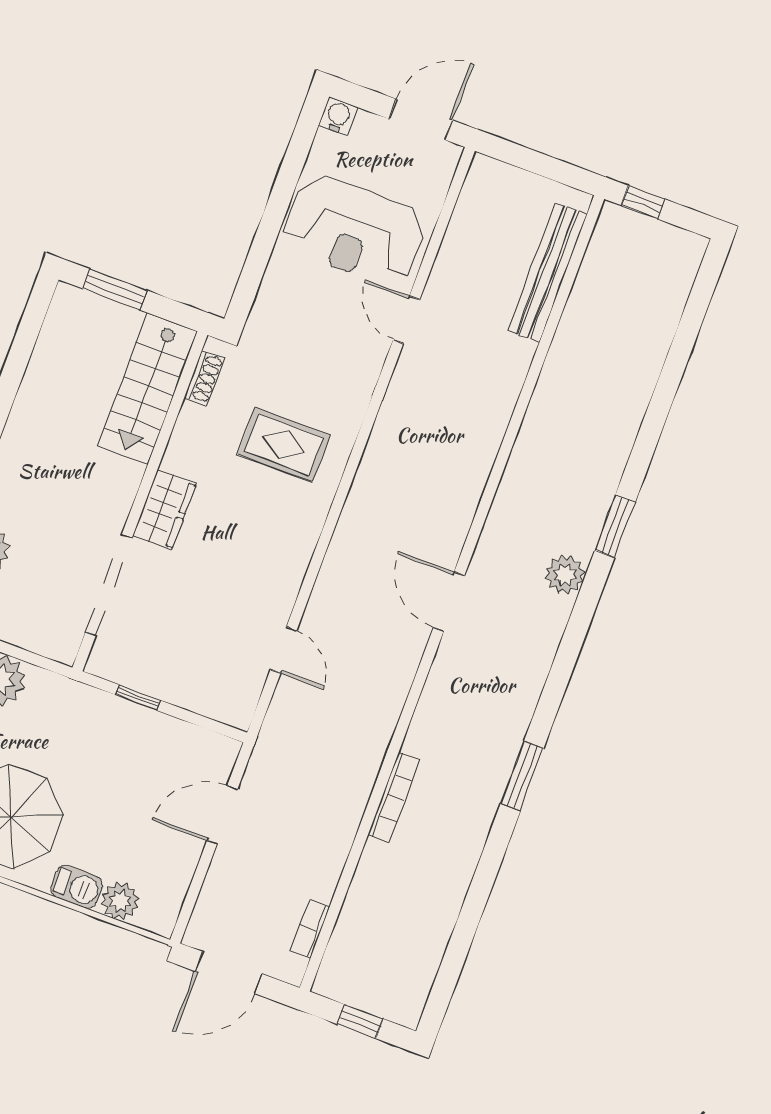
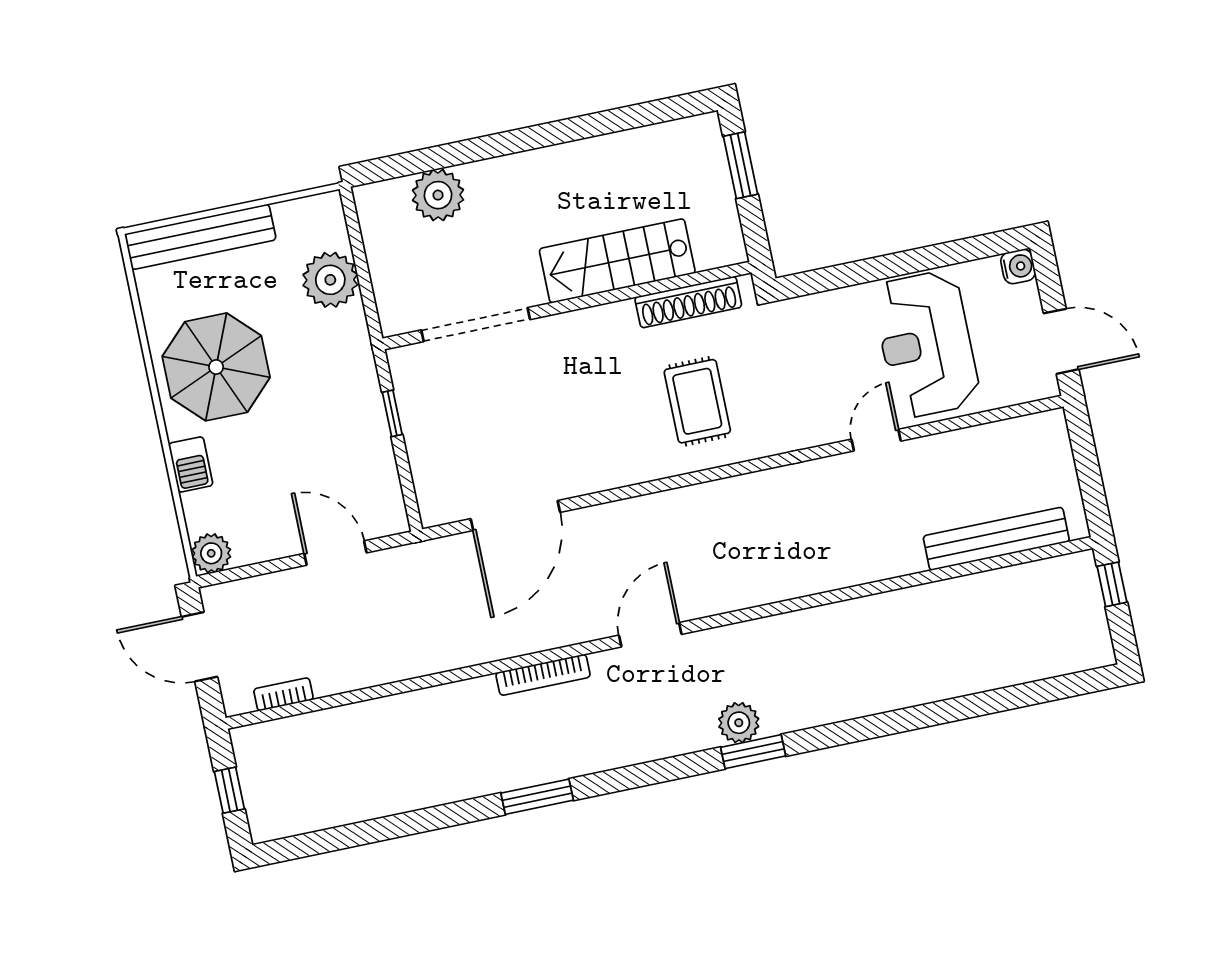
shoe rack: (205, 378) -> (688, 302), width x1.94, depth x1.24
stairs: (148, 388) -> (617, 261), moved
wardrobe: (165, 510) -> (573, 332), removed
window: (615, 526) -> (753, 752), moved
door: (284, 650) -> (515, 515), width x1.88
bookcase: (394, 797) -> (543, 675), moved
plant: (120, 901) -> (211, 553), moved

